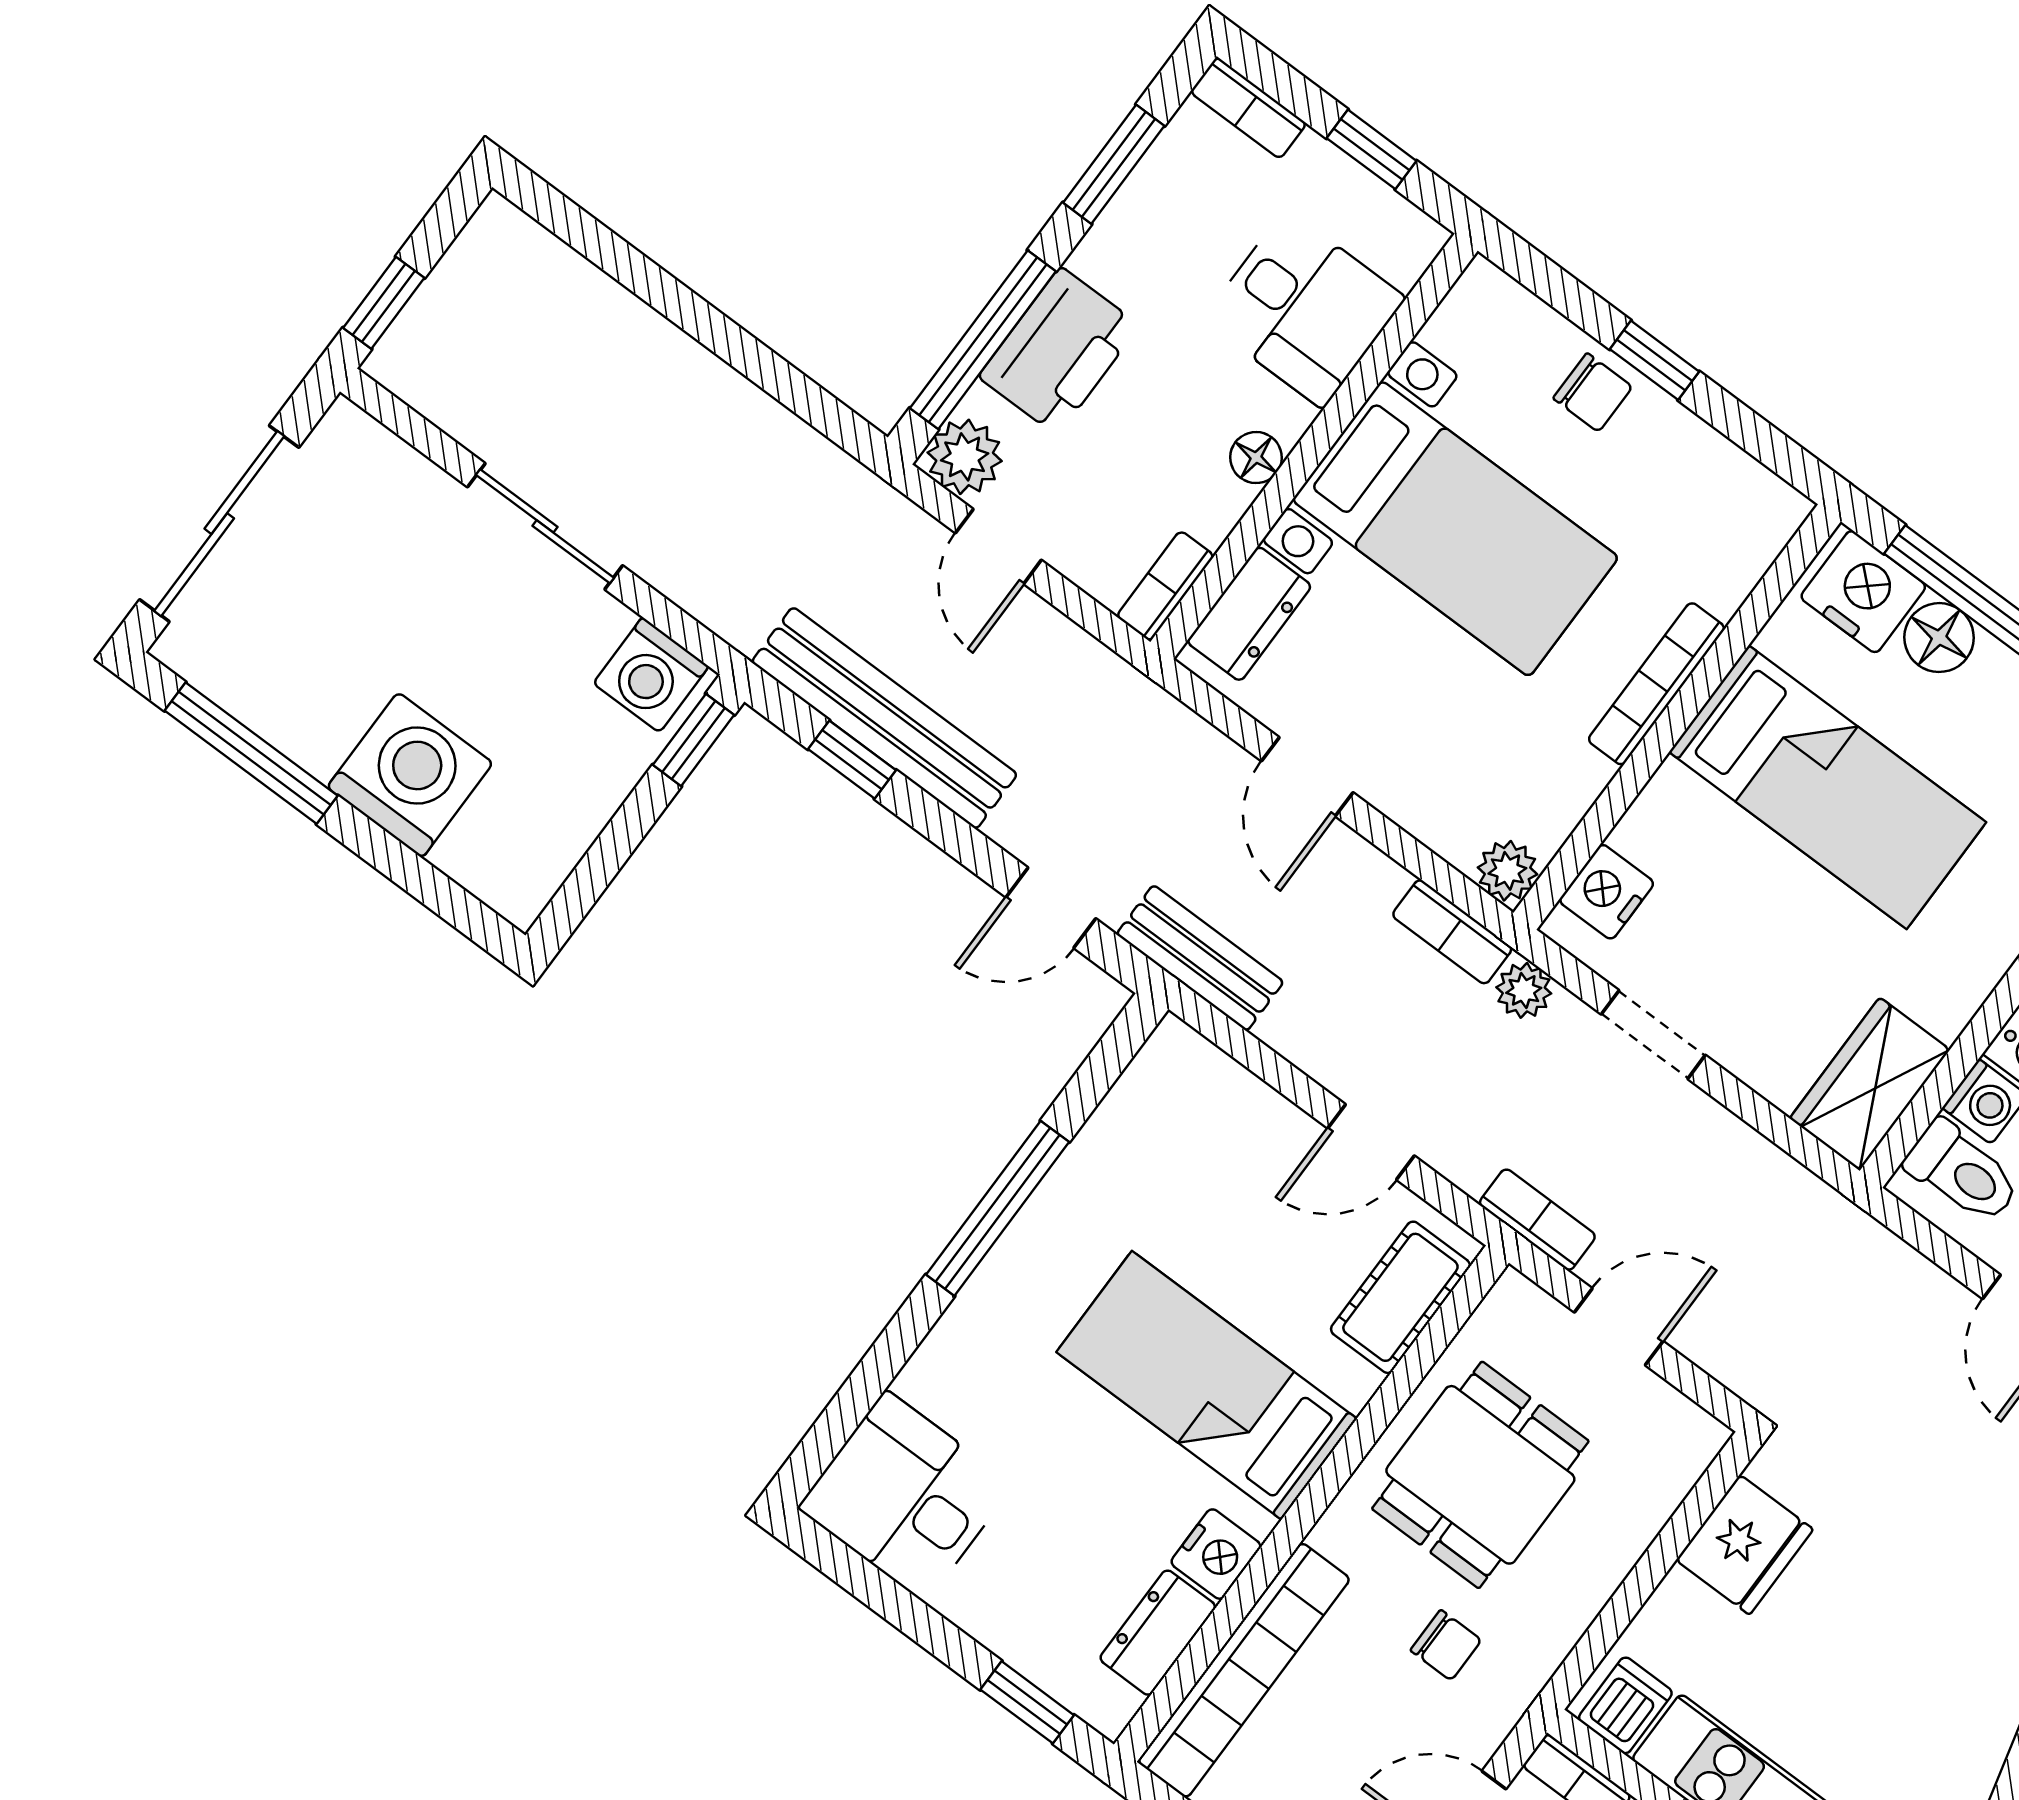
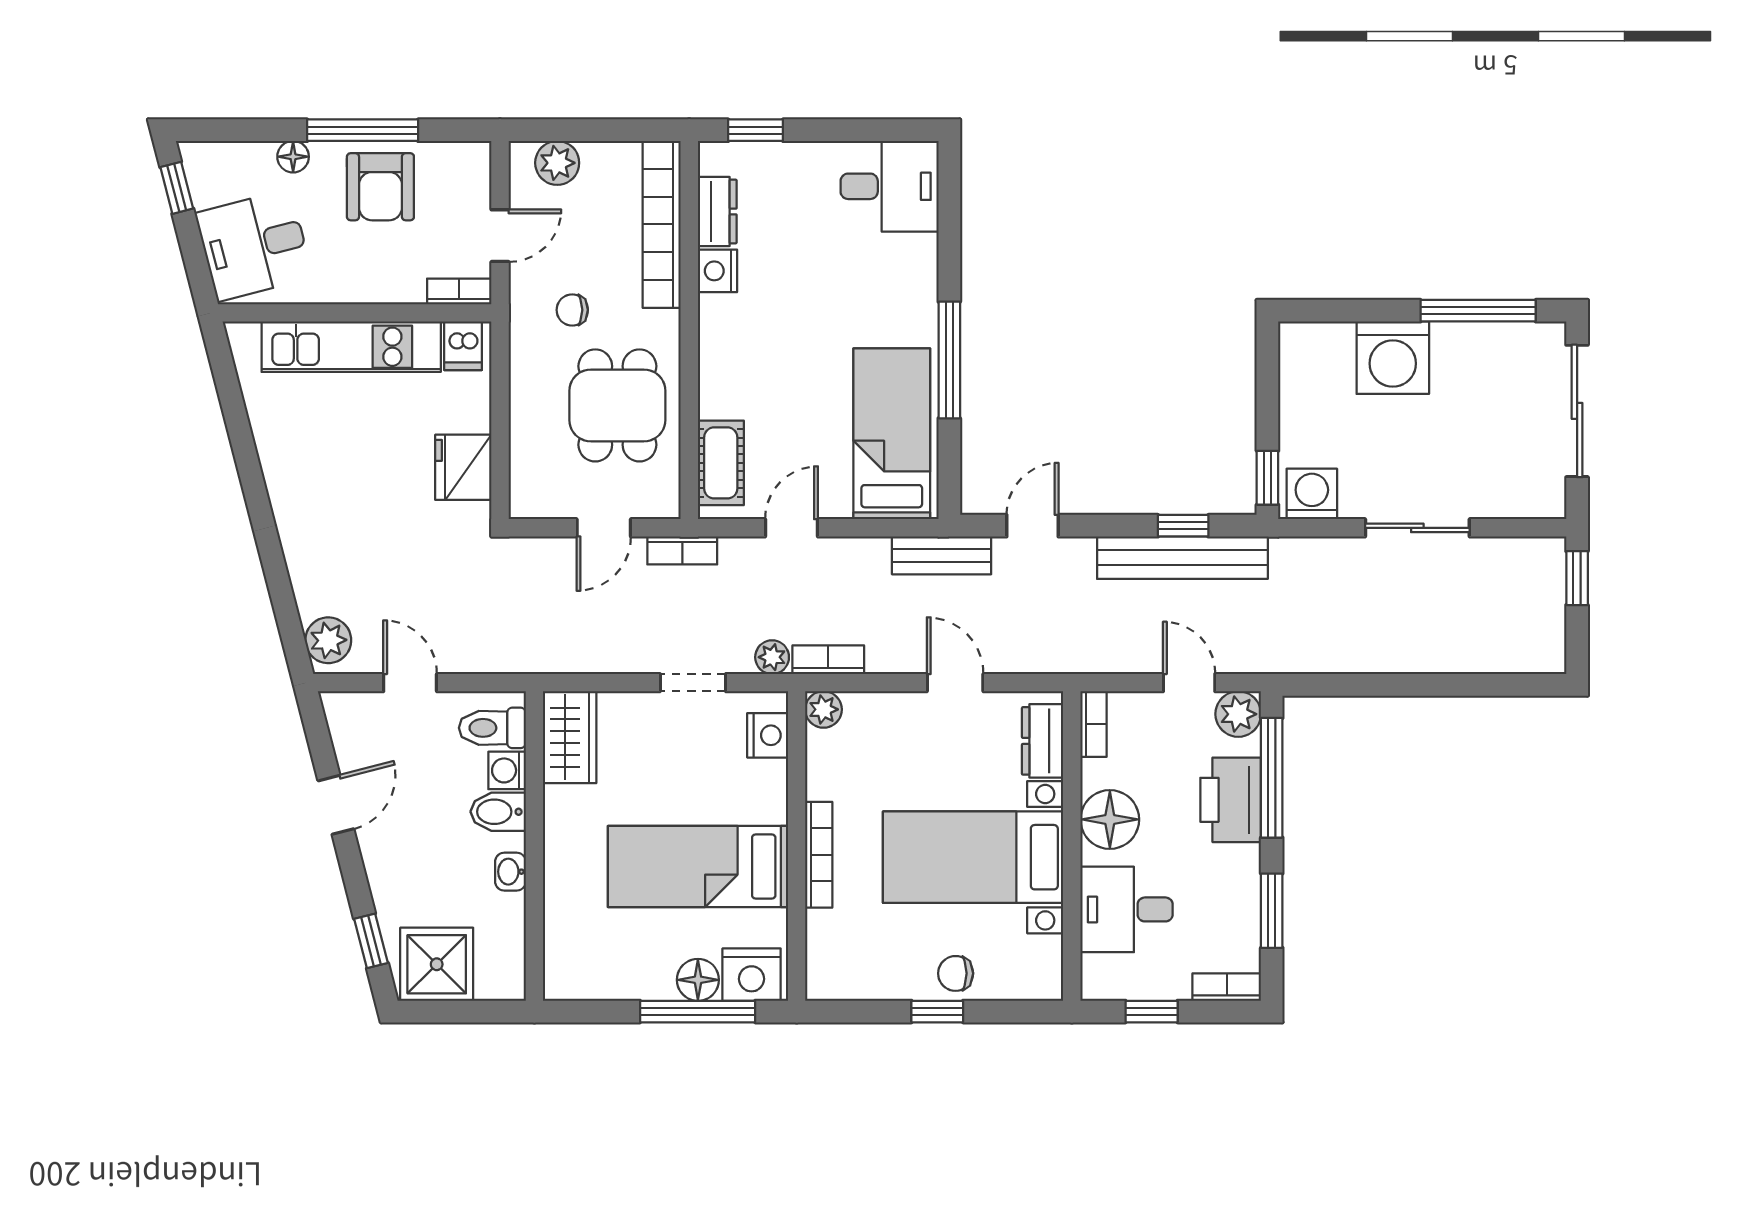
floor lamp: (1256, 458) -> (1110, 819), width x1.89, depth x1.89
bed: (1207, 1385) -> (892, 434), moved, turned -90

